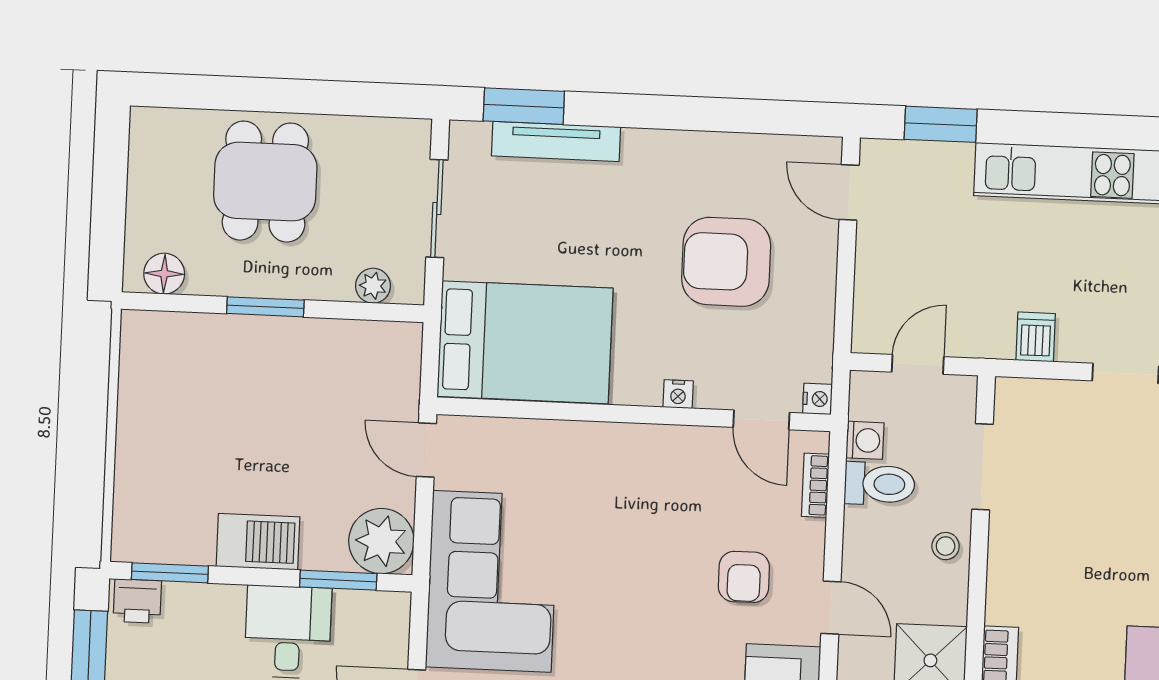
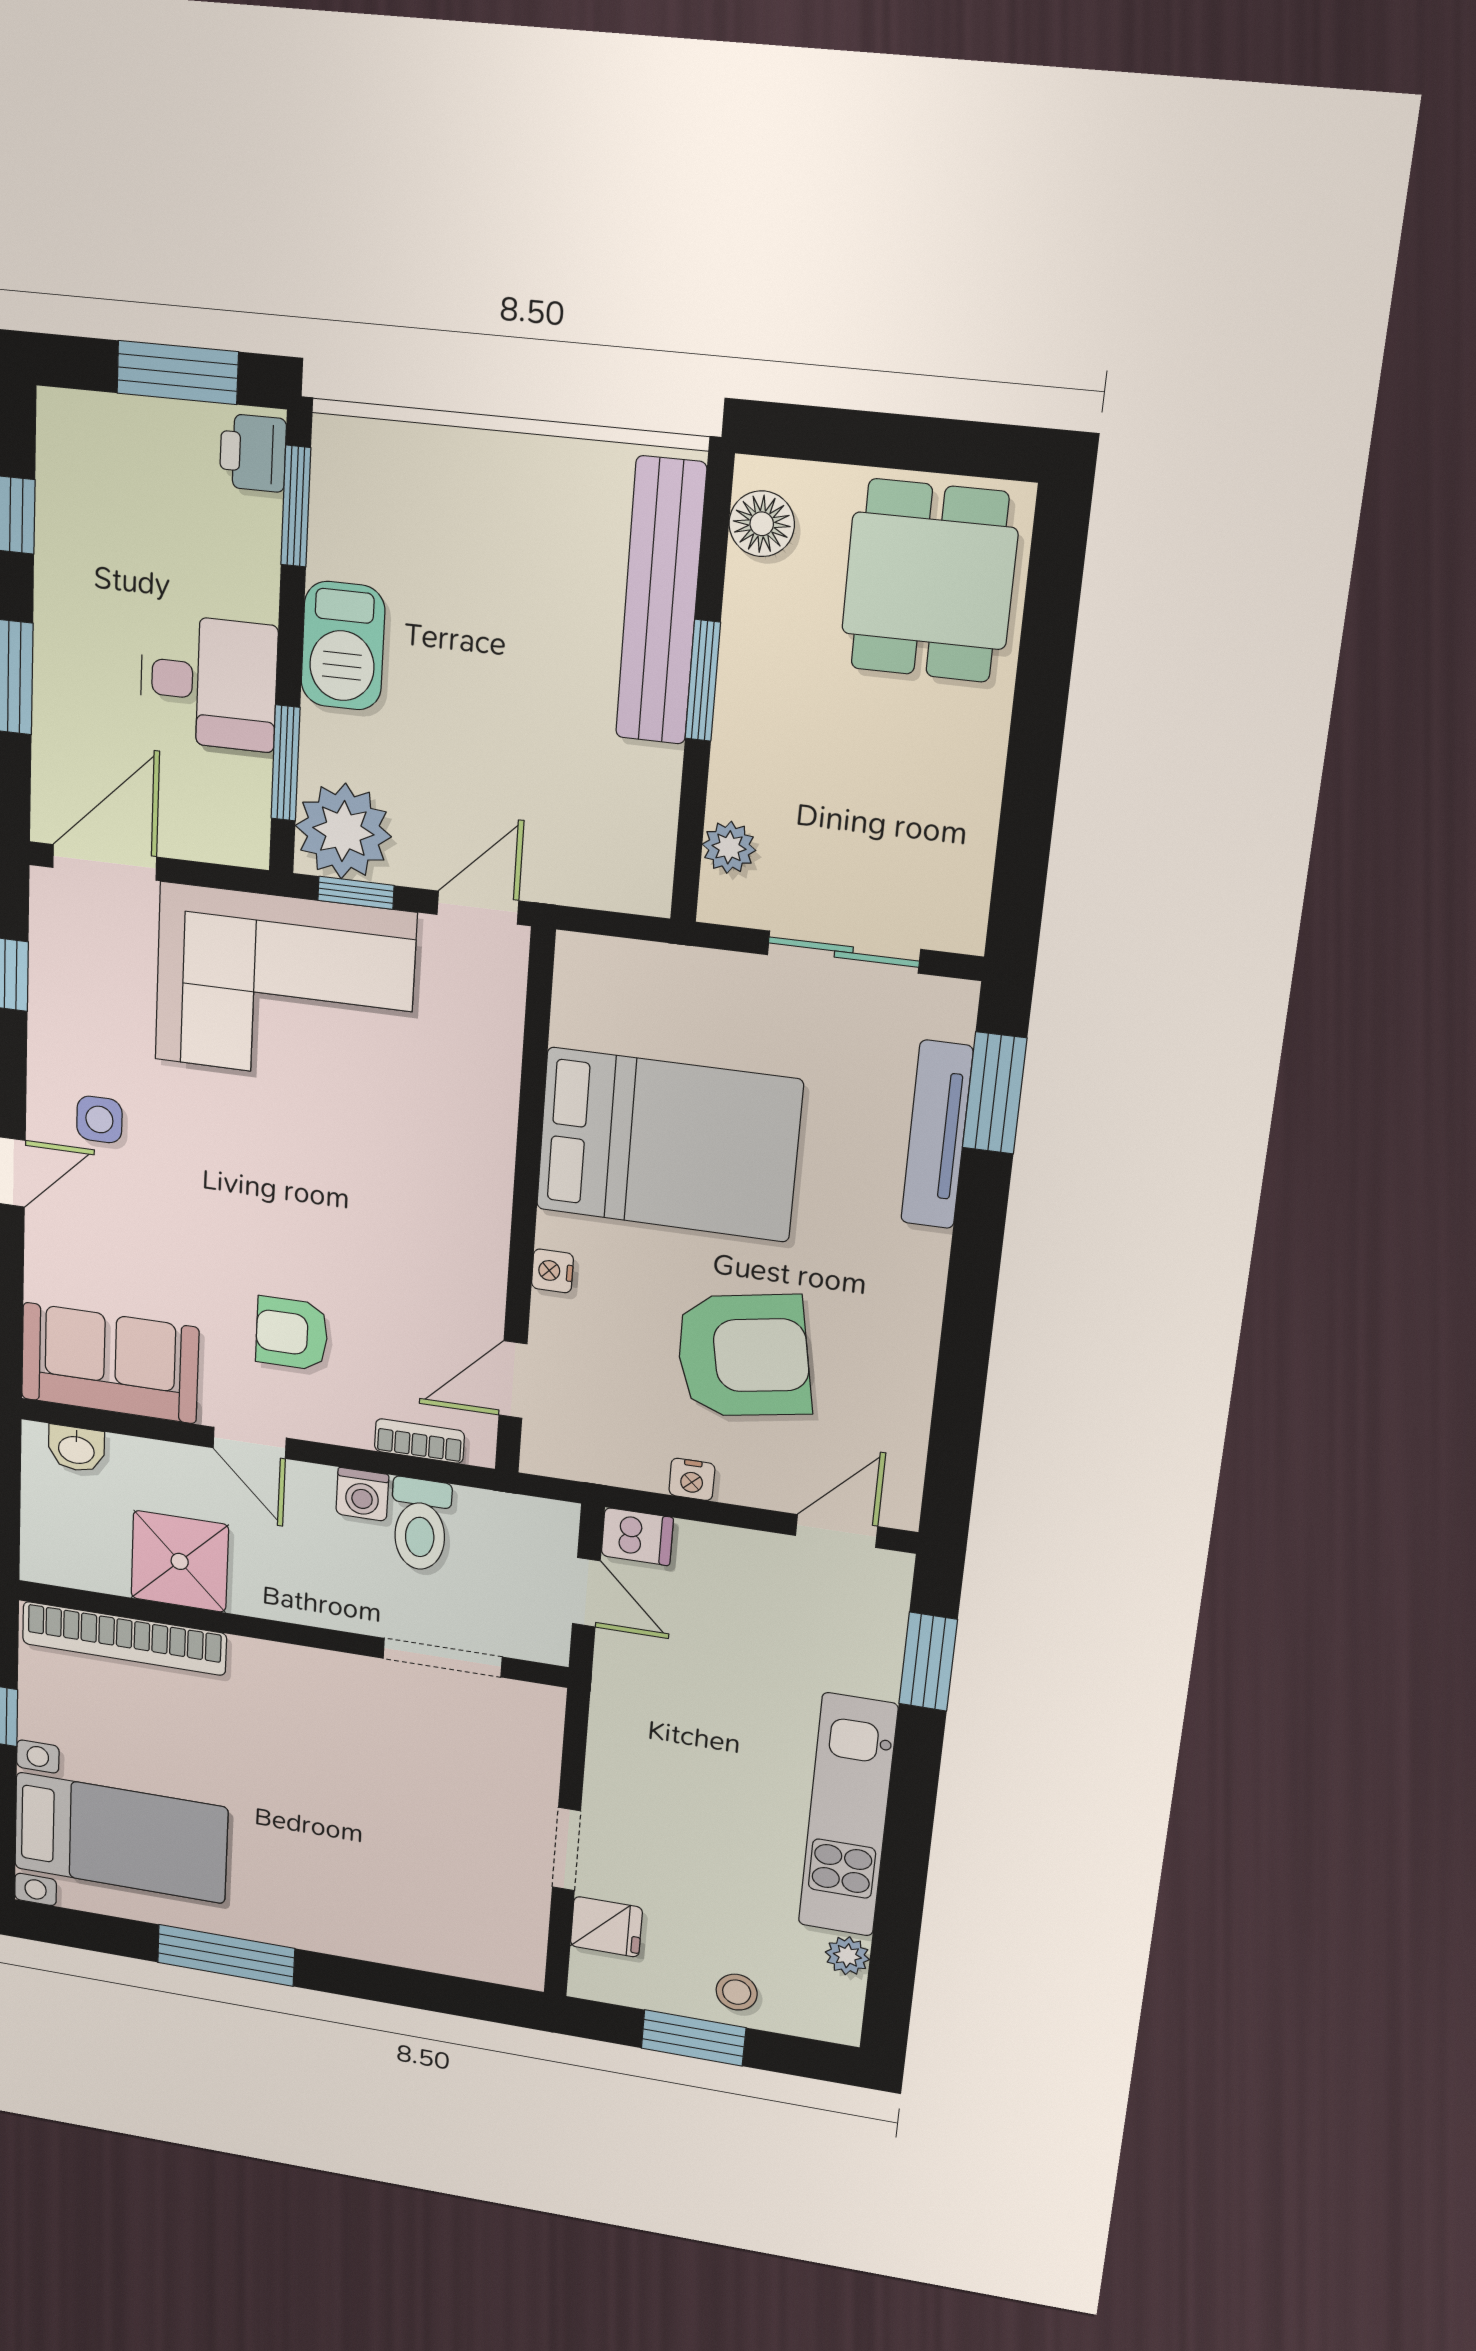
dining table: (265, 182) -> (929, 581), moved, turned 90
armchair: (726, 262) -> (743, 1356), turned 80
bench: (217, 335) -> (661, 601), added
dishwasher: (1036, 337) -> (637, 1537), moved
bed: (525, 342) -> (668, 1145), moved, turned -90
nightstand: (817, 399) -> (692, 1479), moved
washing machine: (865, 440) -> (362, 1494), moved
window: (423, 532) -> (356, 893), added
stool: (946, 546) -> (334, 1598), removed
door: (831, 608) -> (250, 1443), hinge flipped

